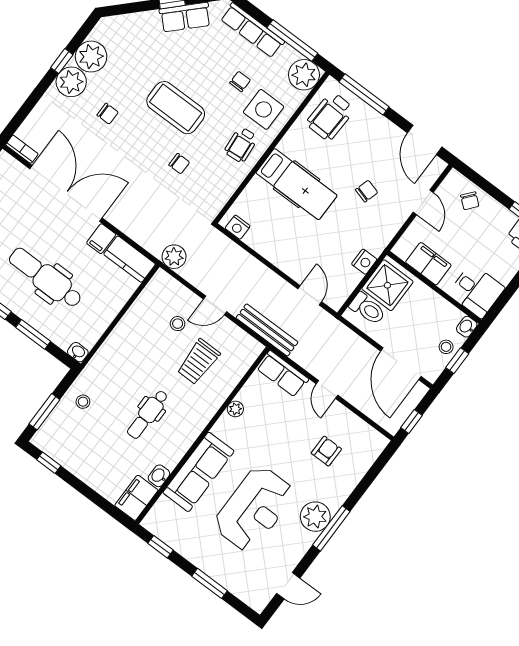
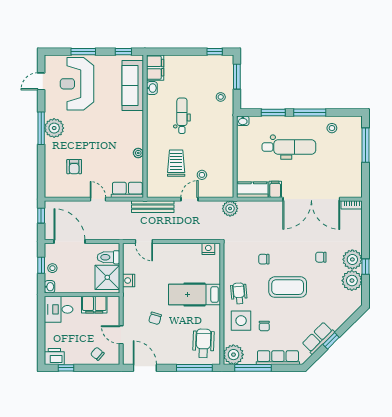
sofa: (199, 472) -> (133, 86), moved
reception desk: (254, 509) -> (77, 84), moved

